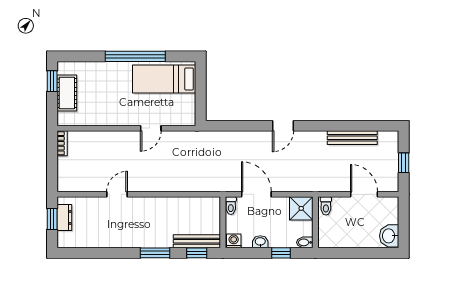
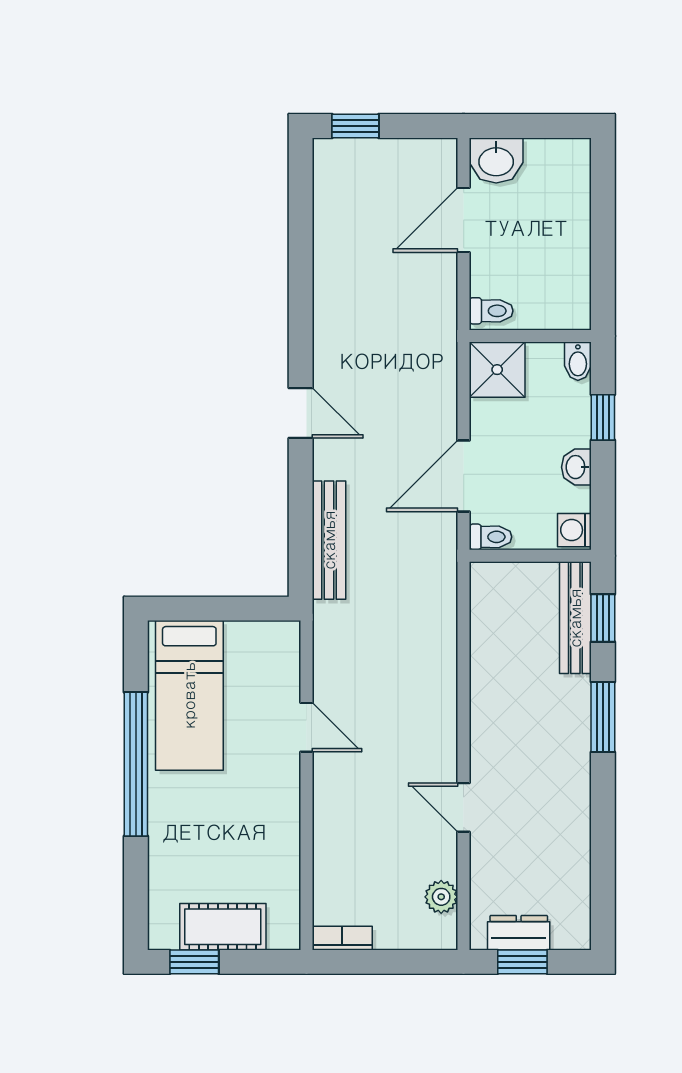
bench: (352, 138) -> (329, 540), moved
window: (404, 163) -> (355, 126), moved
plant: (79, 185) -> (441, 897), added
washbasin: (389, 236) -> (496, 160), moved

